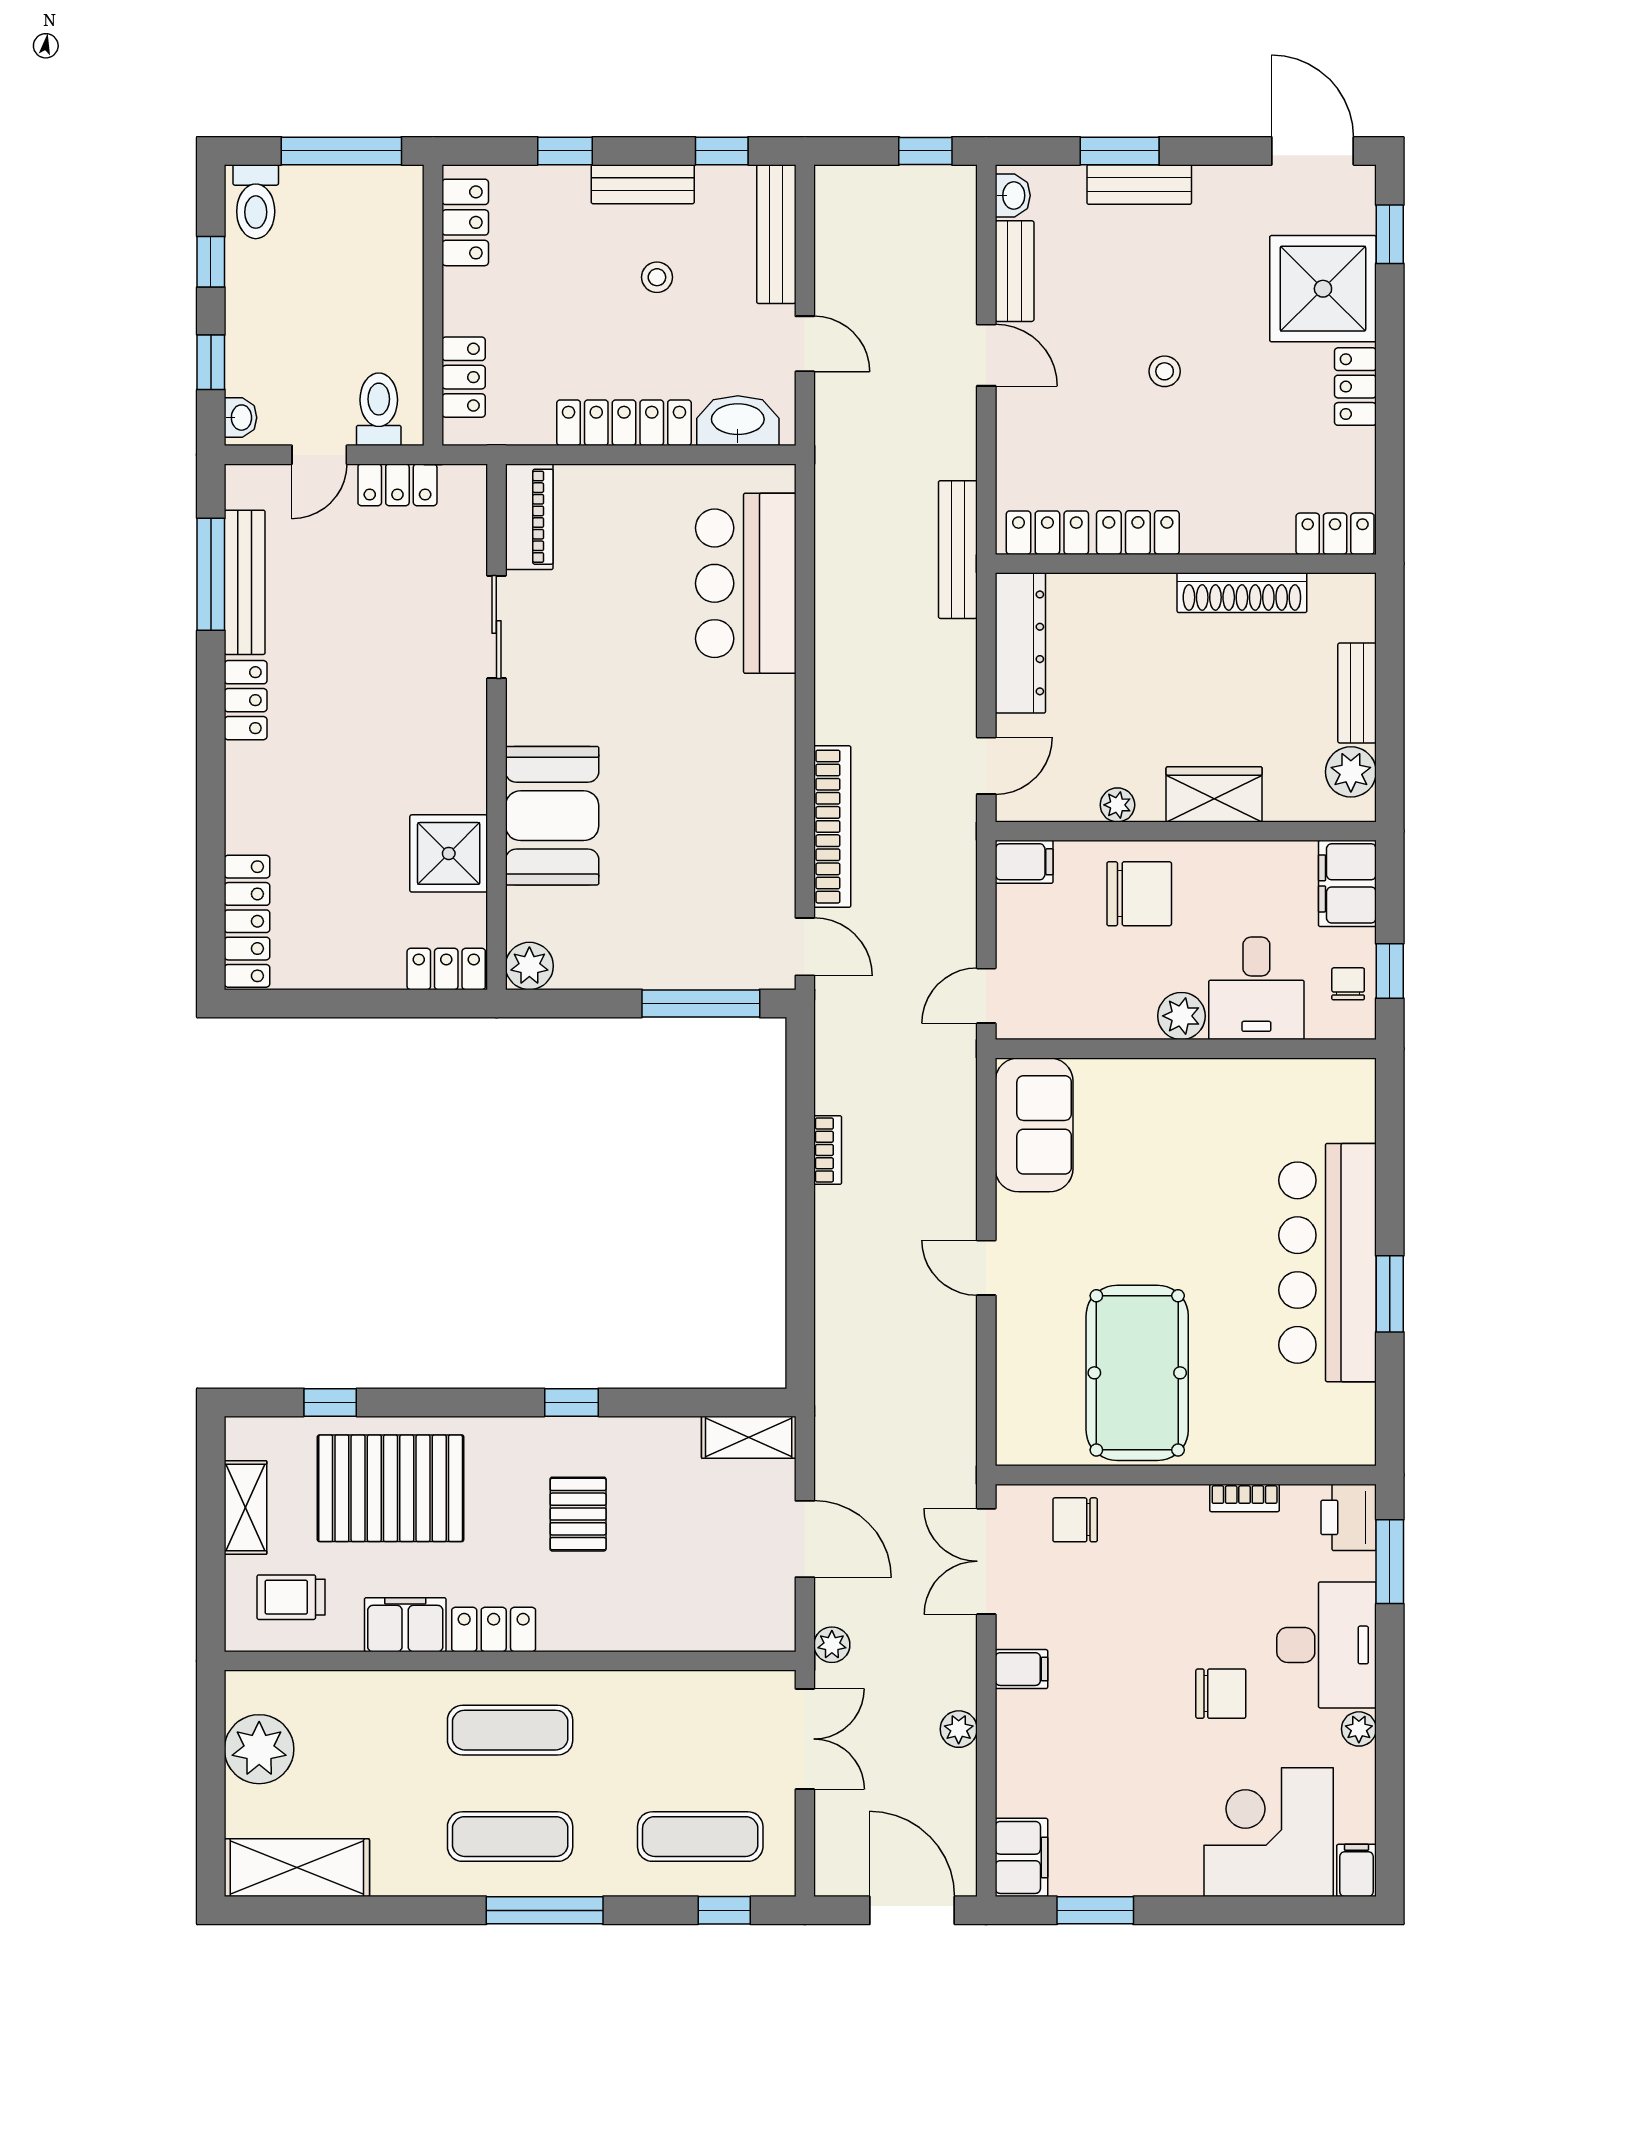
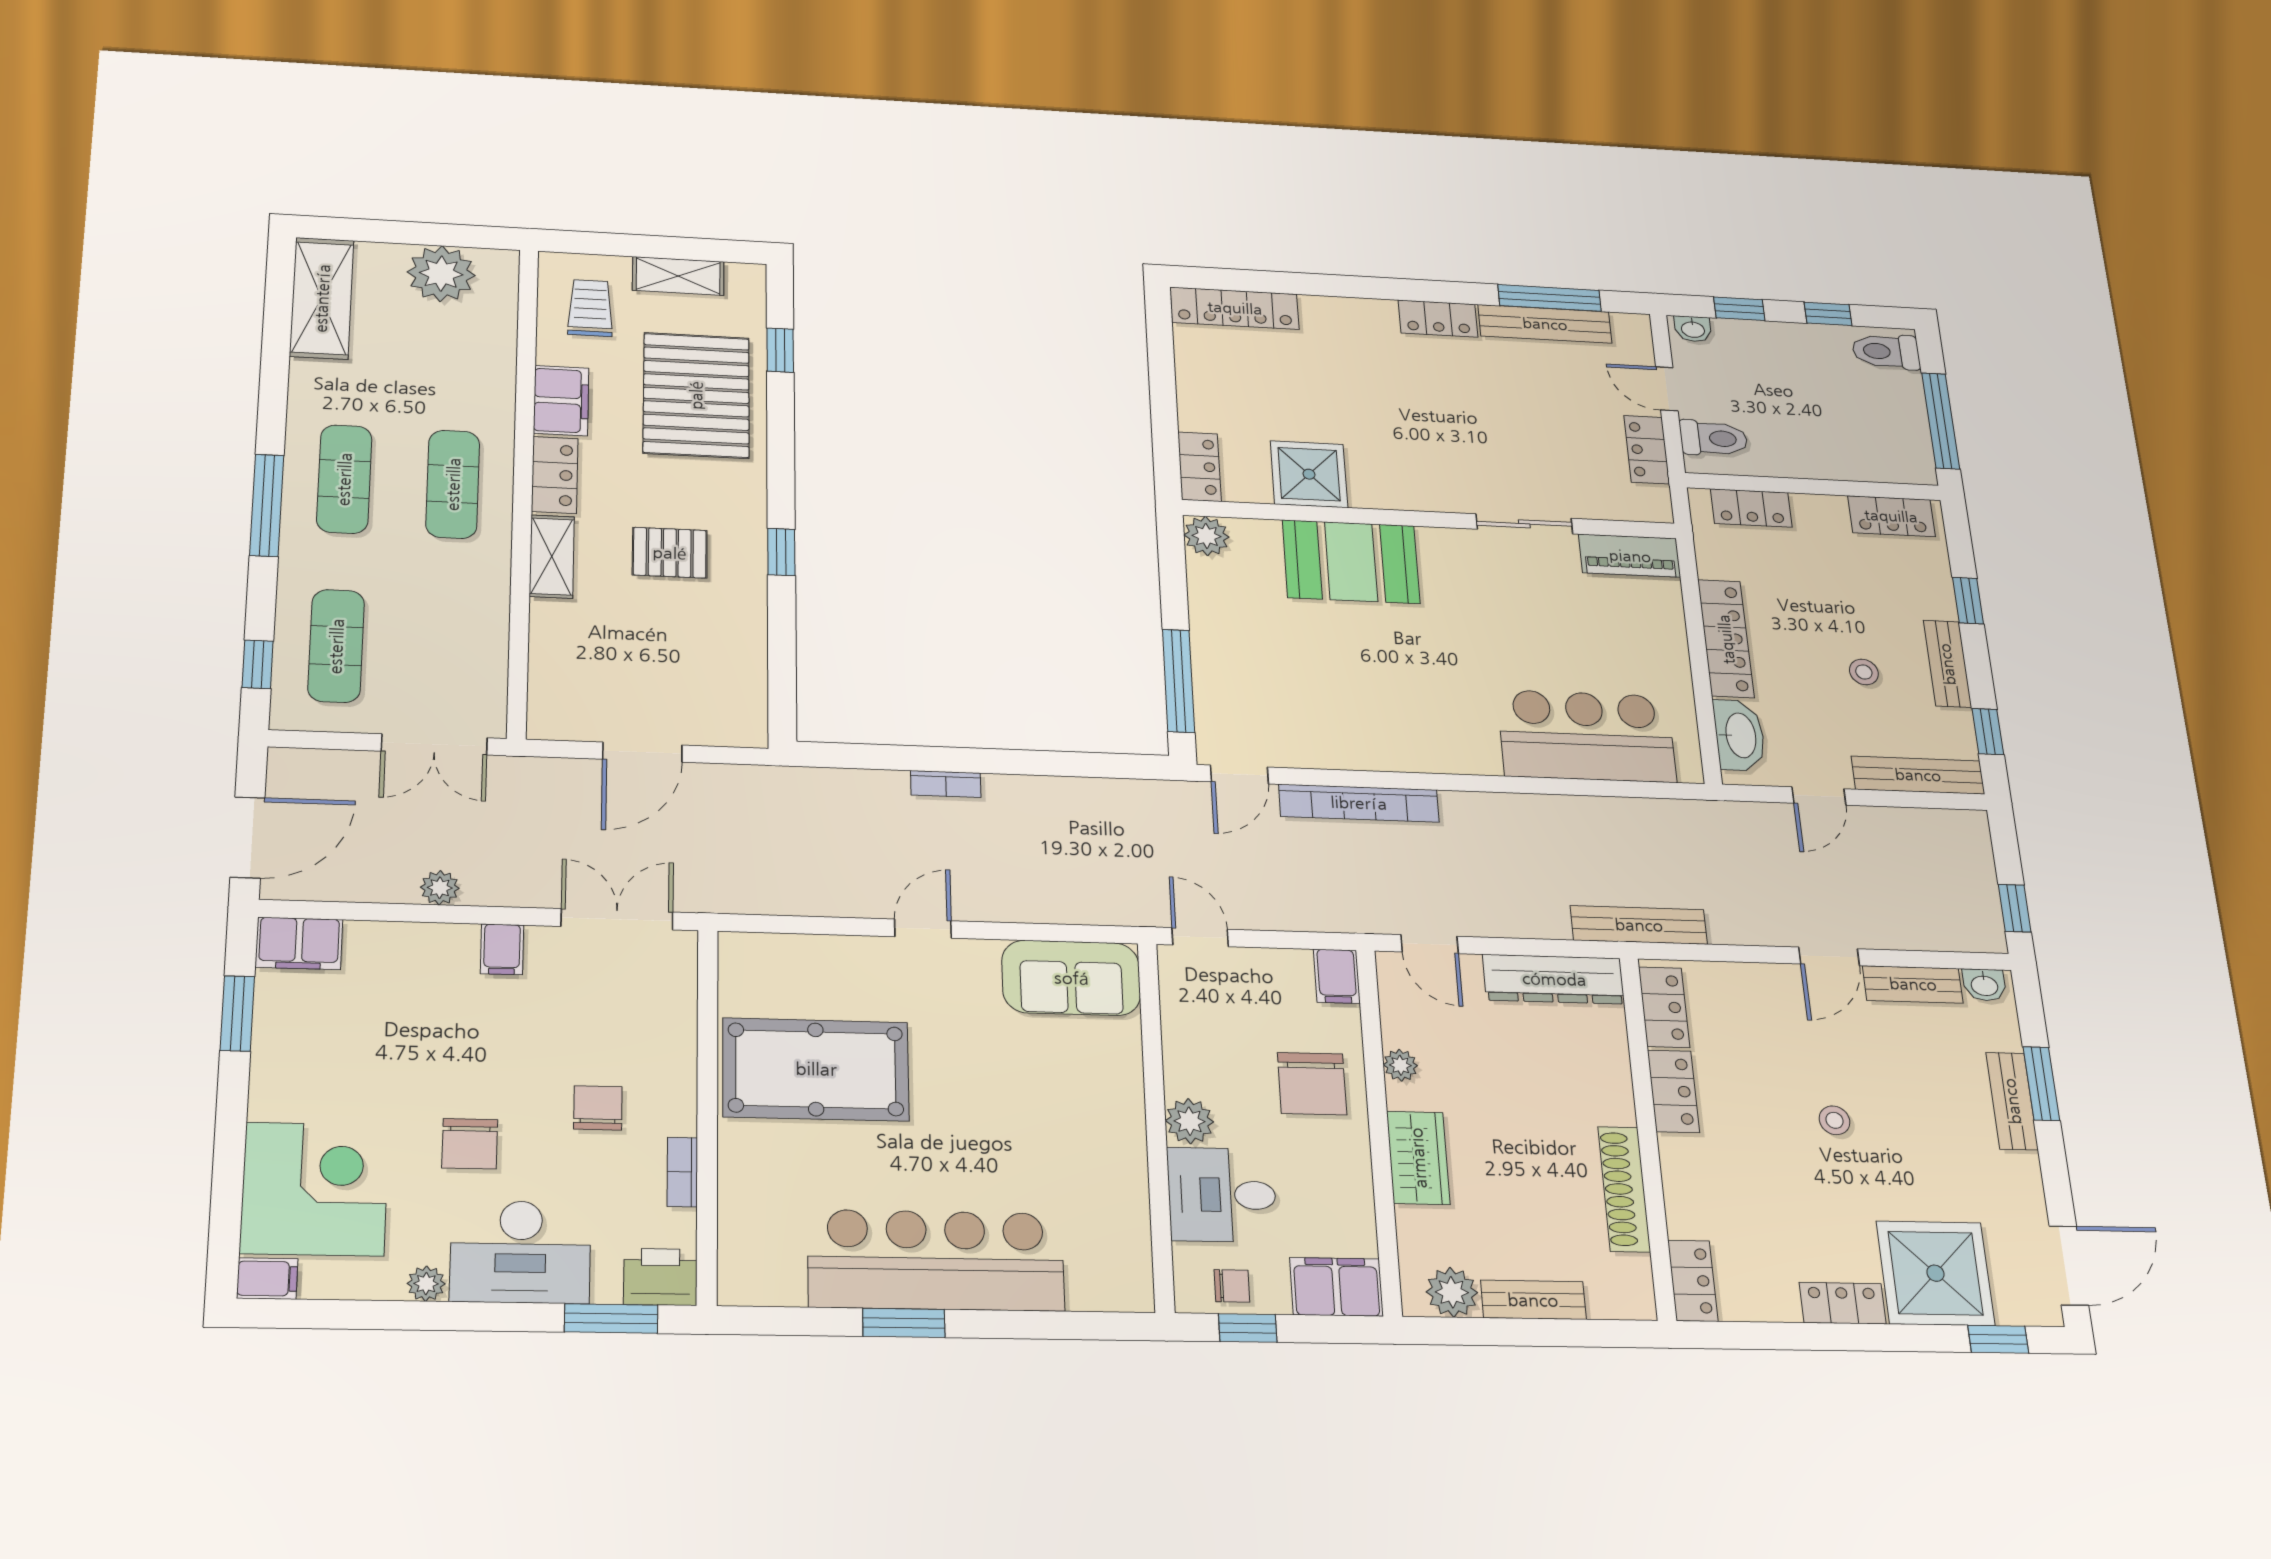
bookcase: (828, 1150) -> (946, 784), moved
shelving: (749, 1437) -> (552, 556), moved
chair: (1075, 1520) -> (598, 1108), moved
plant: (832, 1645) -> (532, 773), removed

